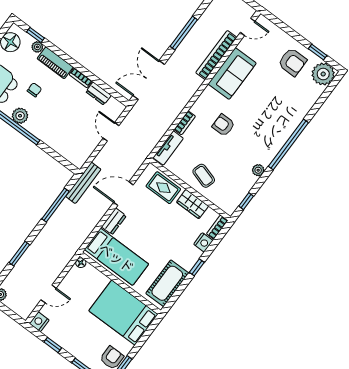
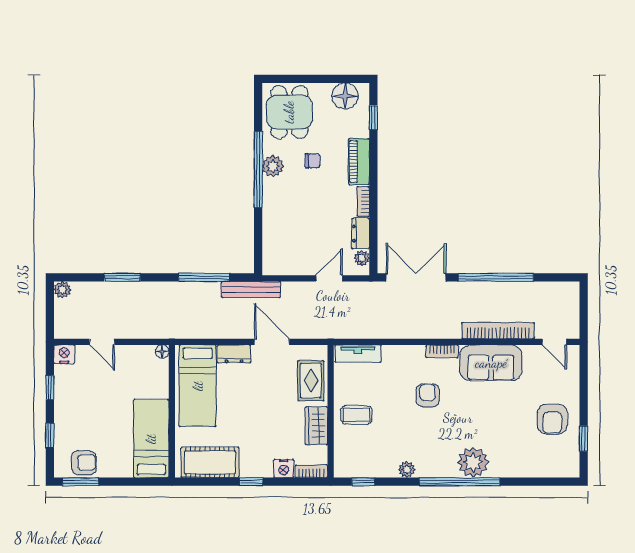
window: (184, 33) -> (496, 277), width x1.46
plant: (37, 47) -> (362, 258), moved
plant: (323, 74) -> (473, 462), moved
bookcase: (185, 123) -> (442, 351), moved
coffee table: (204, 176) -> (356, 415), turned 74
bed: (123, 313) -> (151, 439), width x0.67

